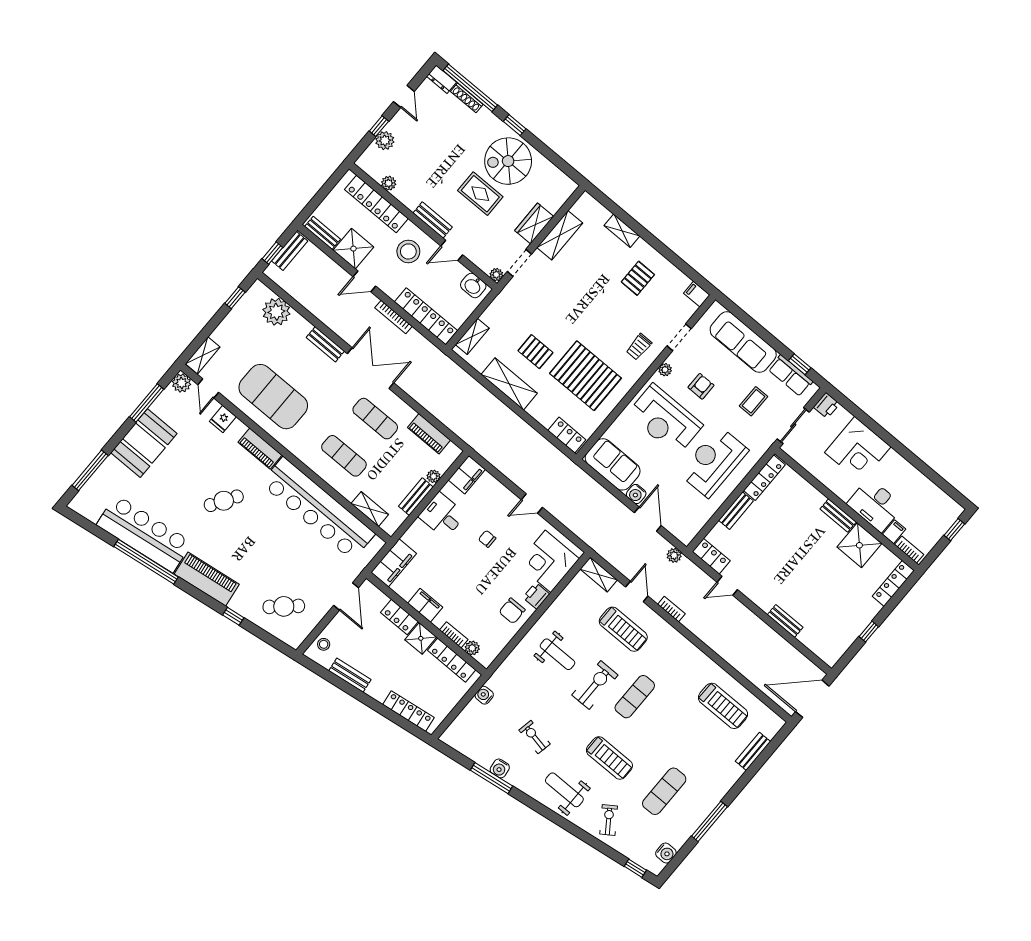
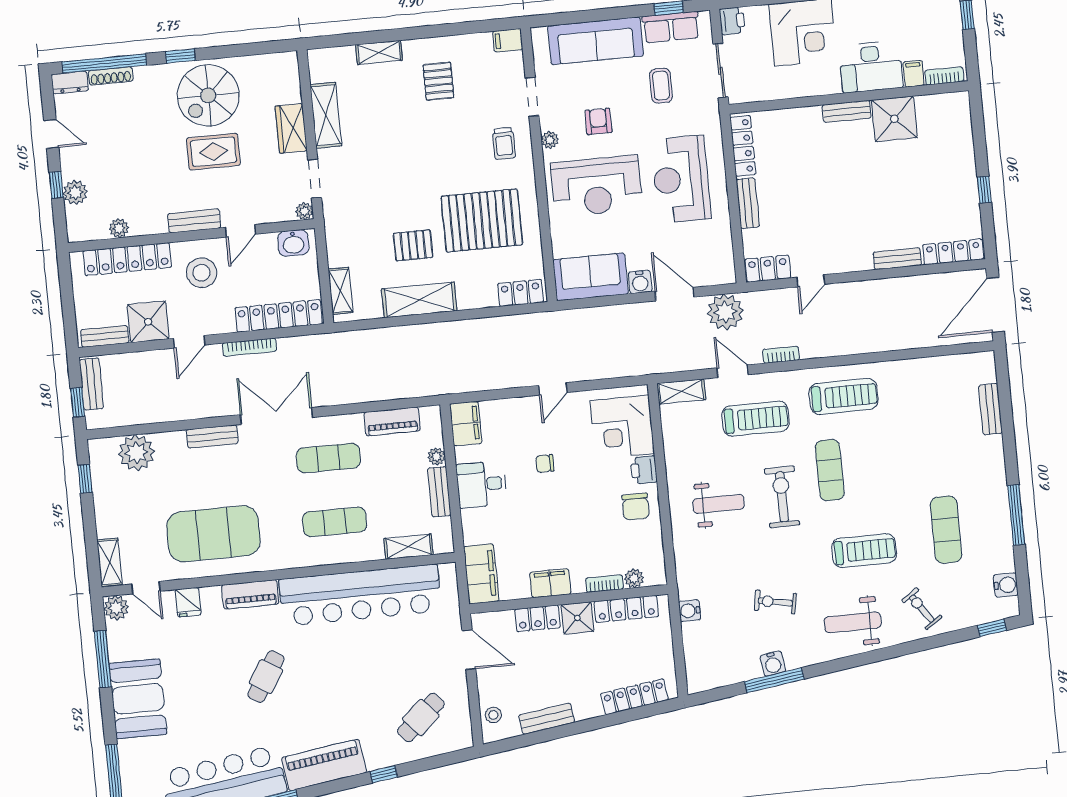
plant: (674, 555) -> (725, 312), width x1.88, depth x1.88
locker: (893, 583) -> (953, 252), moved, turned 90
treadmill: (723, 706) -> (844, 396), moved

